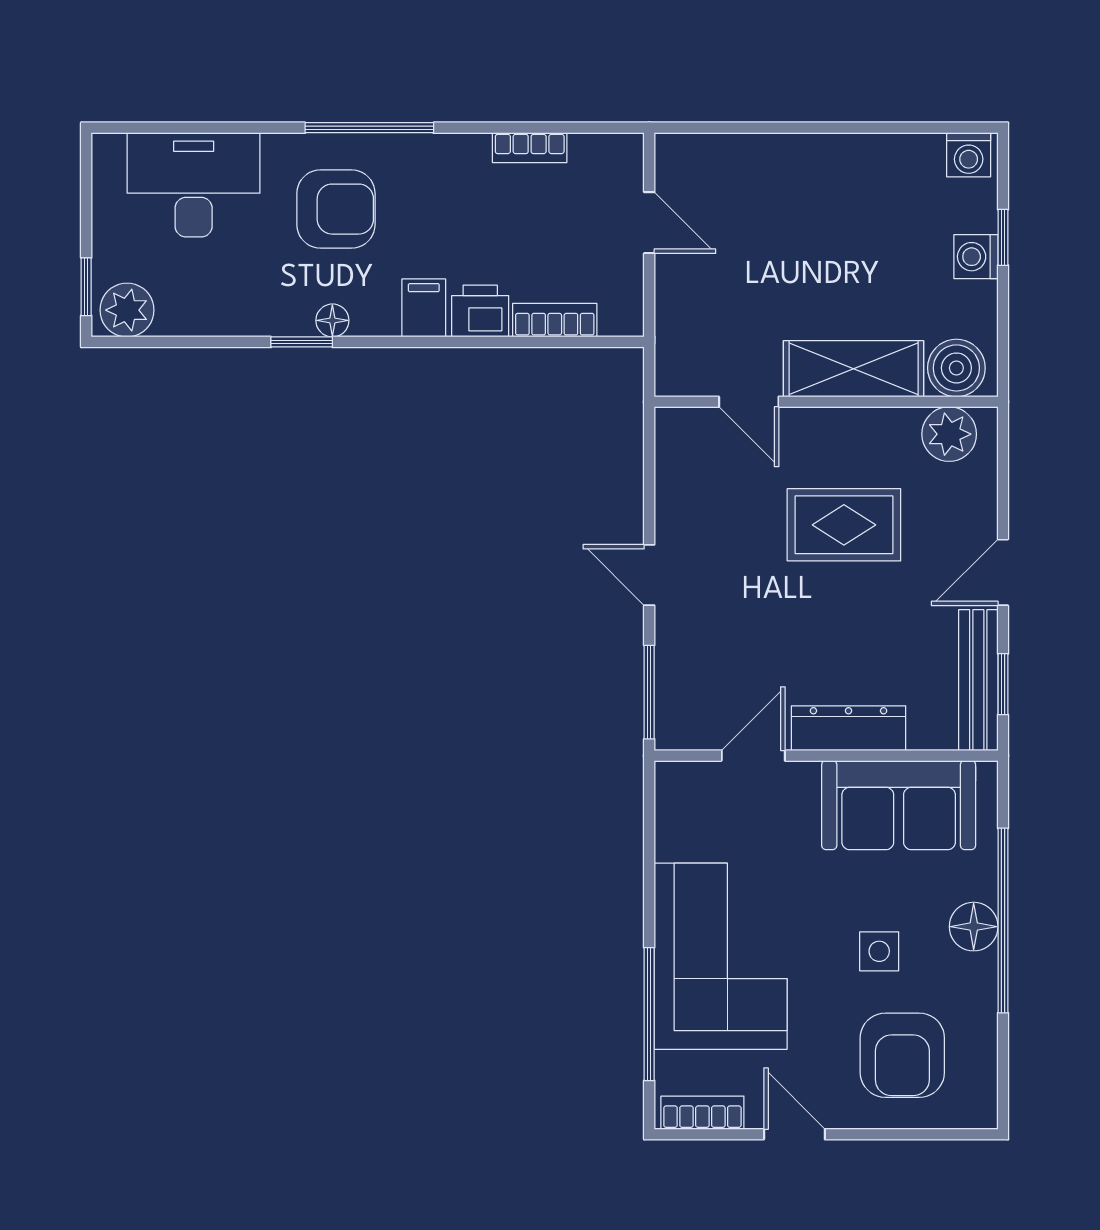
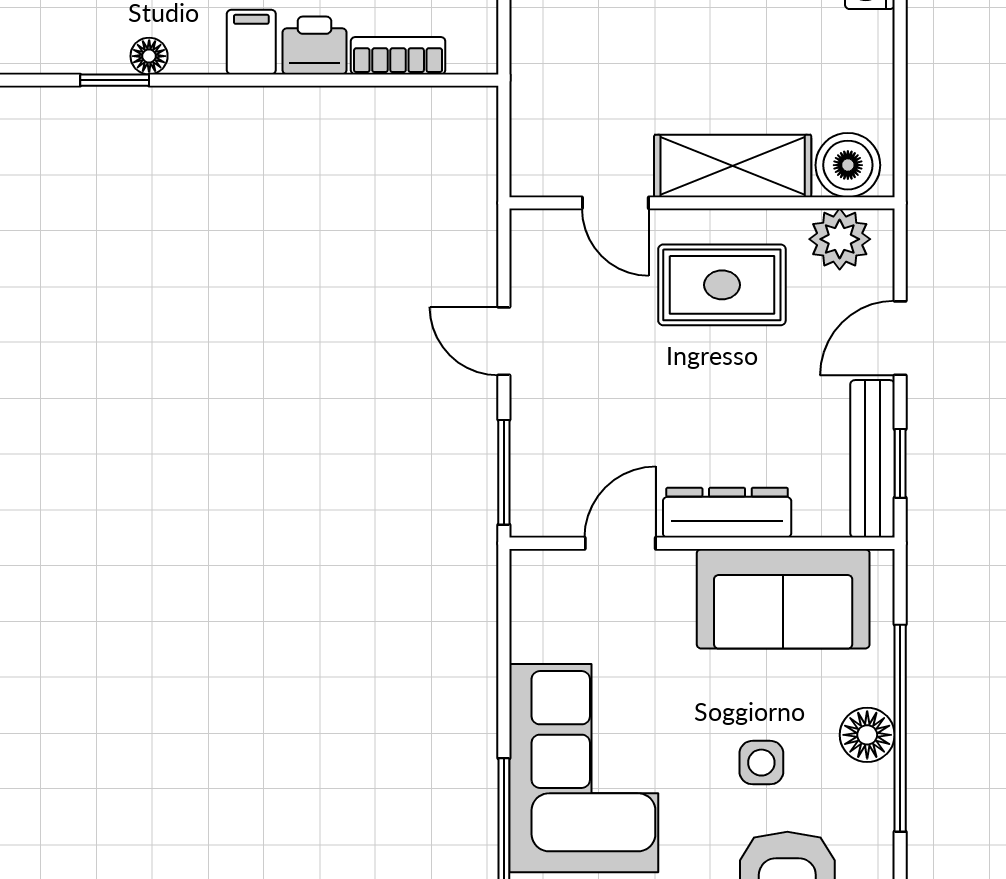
boiler: (956, 368) -> (848, 165), moved
shelving: (854, 369) -> (733, 166), moved
door: (749, 402) -> (615, 203), moved
wall: (826, 402) -> (702, 203), moved
plant: (949, 434) -> (840, 239), moved

